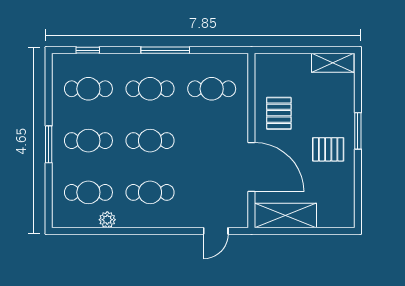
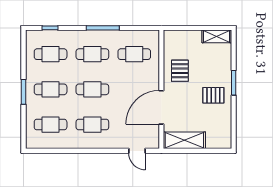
door: (251, 167) -> (161, 107), swing flipped
plant: (107, 220) -> (63, 143), removed
door: (216, 231) -> (137, 151), hinge flipped

